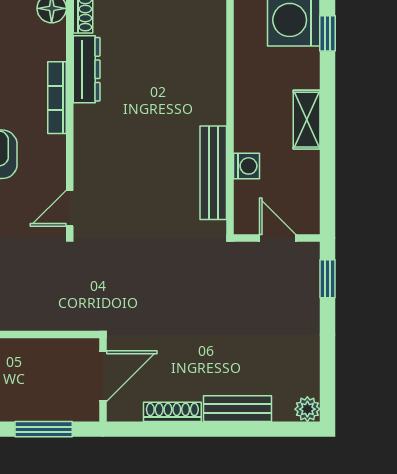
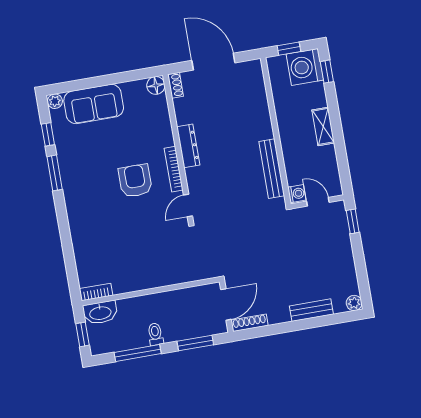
dresser: (87, 69) -> (188, 146), moved
bookcase: (57, 98) -> (174, 169), moved
washing machine: (246, 166) -> (297, 194), moved
shoe rack: (172, 412) -> (249, 323), moved

